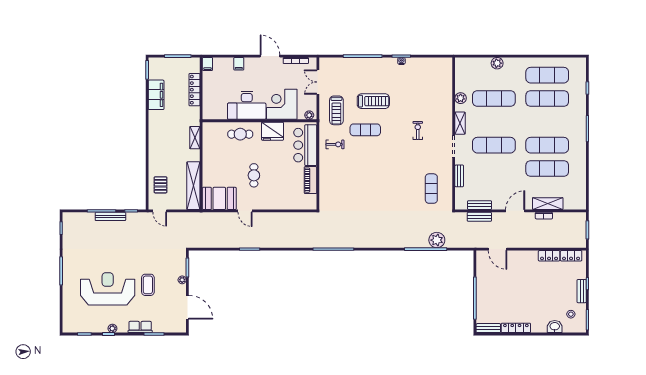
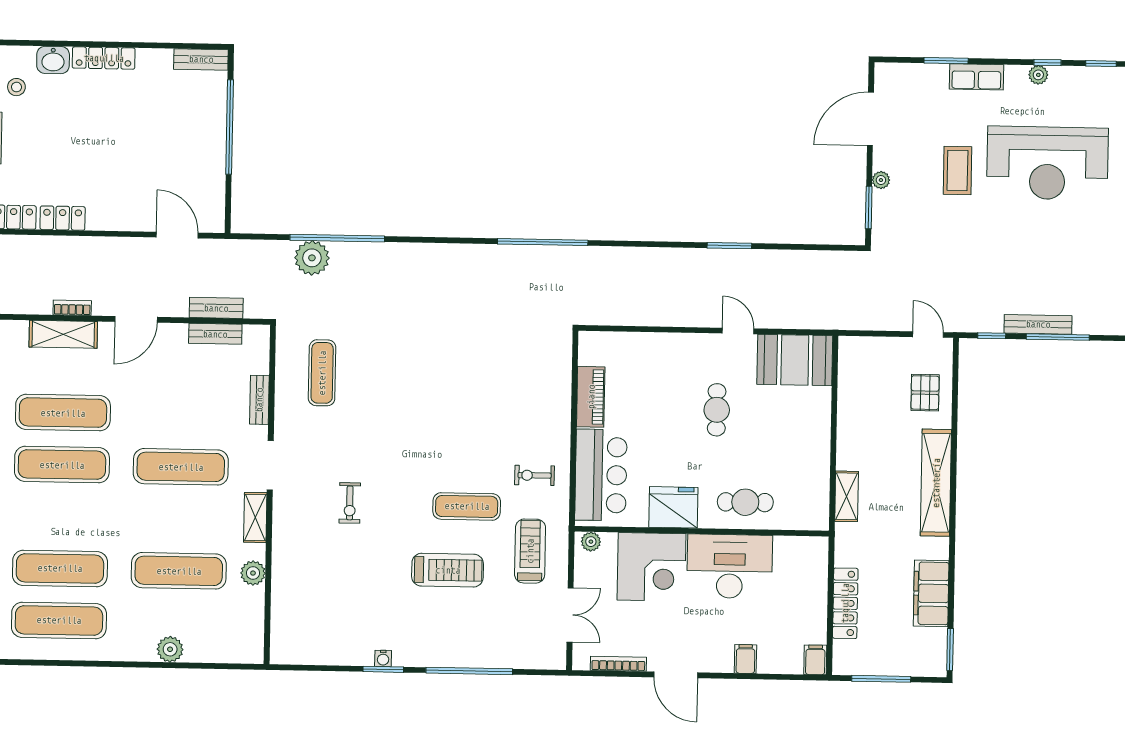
treadmill: (373, 101) -> (448, 570), turned 180
shelving: (193, 186) -> (936, 483), moved
door: (187, 307) -> (870, 119), hinge flipped
locker: (516, 328) -> (104, 58), moved

